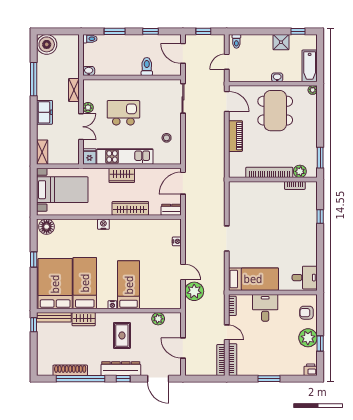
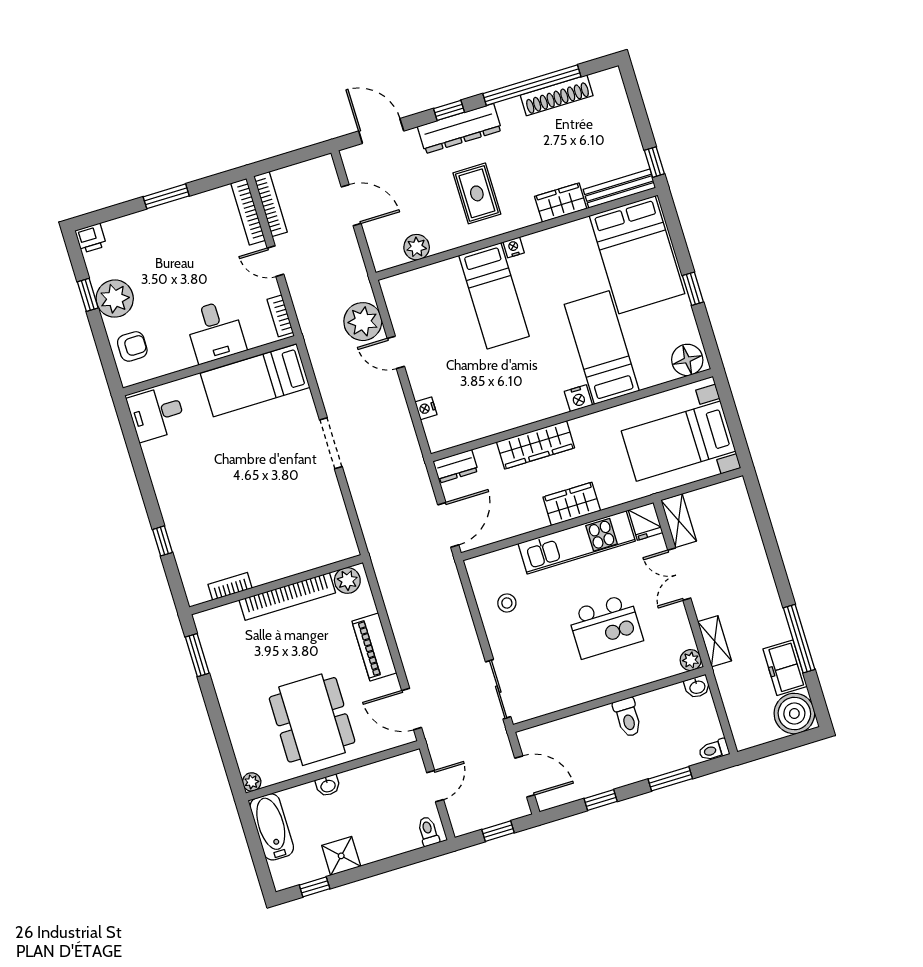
toilet: (147, 67) -> (628, 717), moved
plant: (88, 107) -> (691, 660), moved
freezer: (45, 112) -> (785, 668), moved
shelving: (42, 152) -> (679, 521), moved
plant: (300, 171) -> (347, 580), moved
bed: (85, 283) -> (602, 348), moved, turned 180

